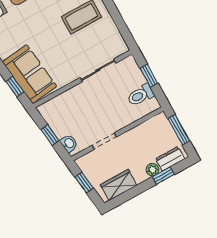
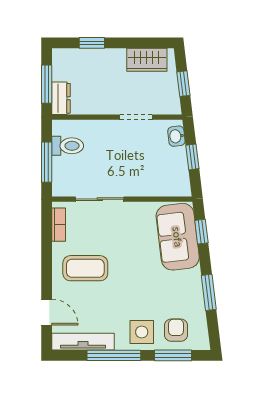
bookcase: (117, 37) -> (59, 225), added
window: (149, 76) -> (47, 162), width x1.50
dresser: (170, 159) -> (61, 98), moved, turned -90
plant: (153, 170) -> (100, 56), removed

